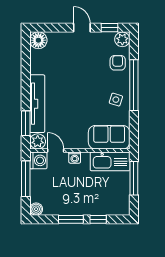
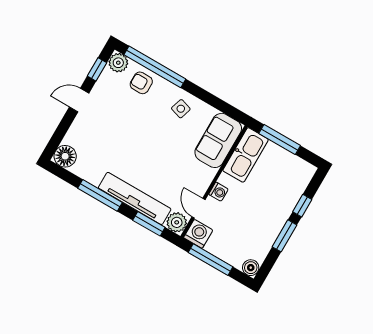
window: (26, 79) -> (100, 195), added
window: (134, 85) -> (155, 67), moved
door: (56, 151) -> (198, 208), hinge flipped

